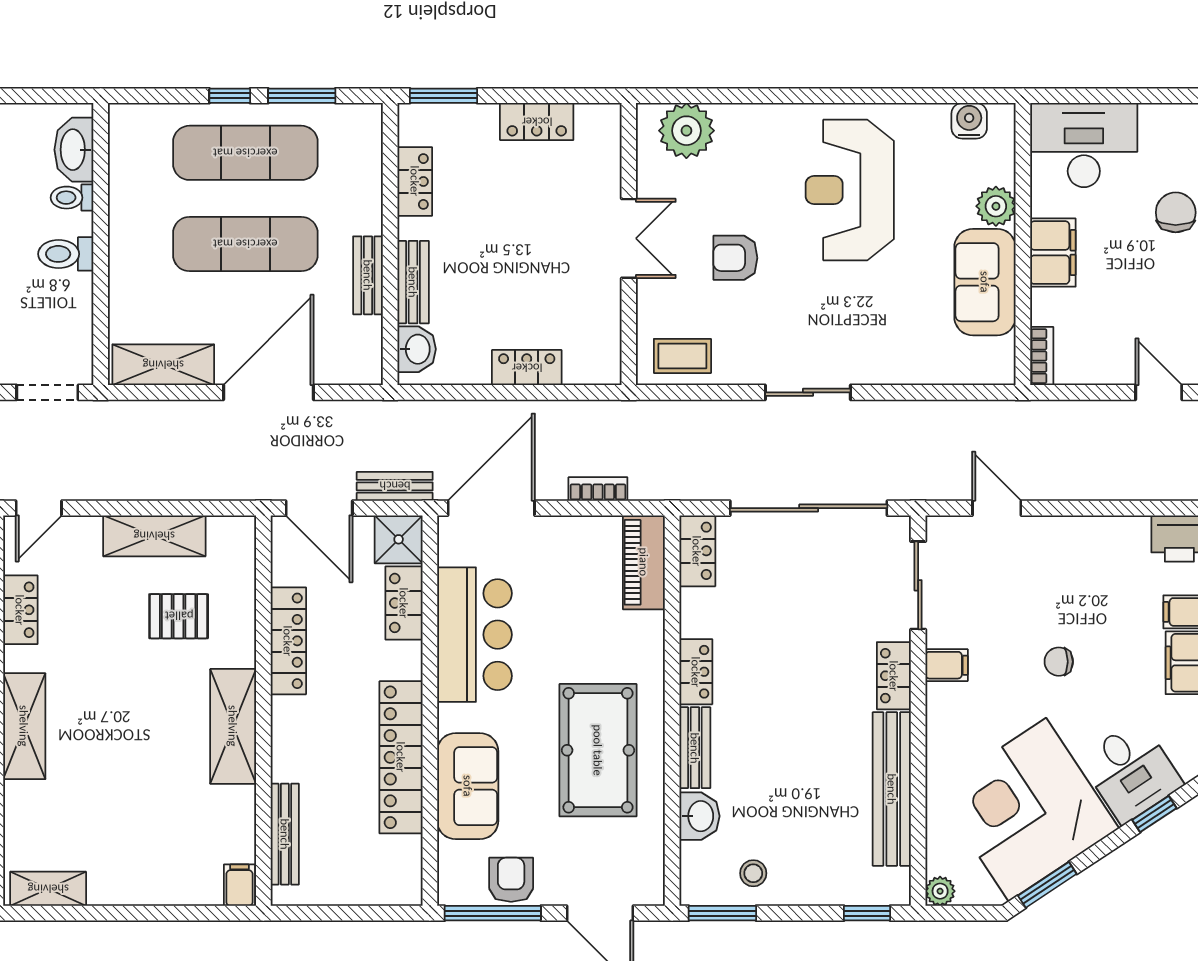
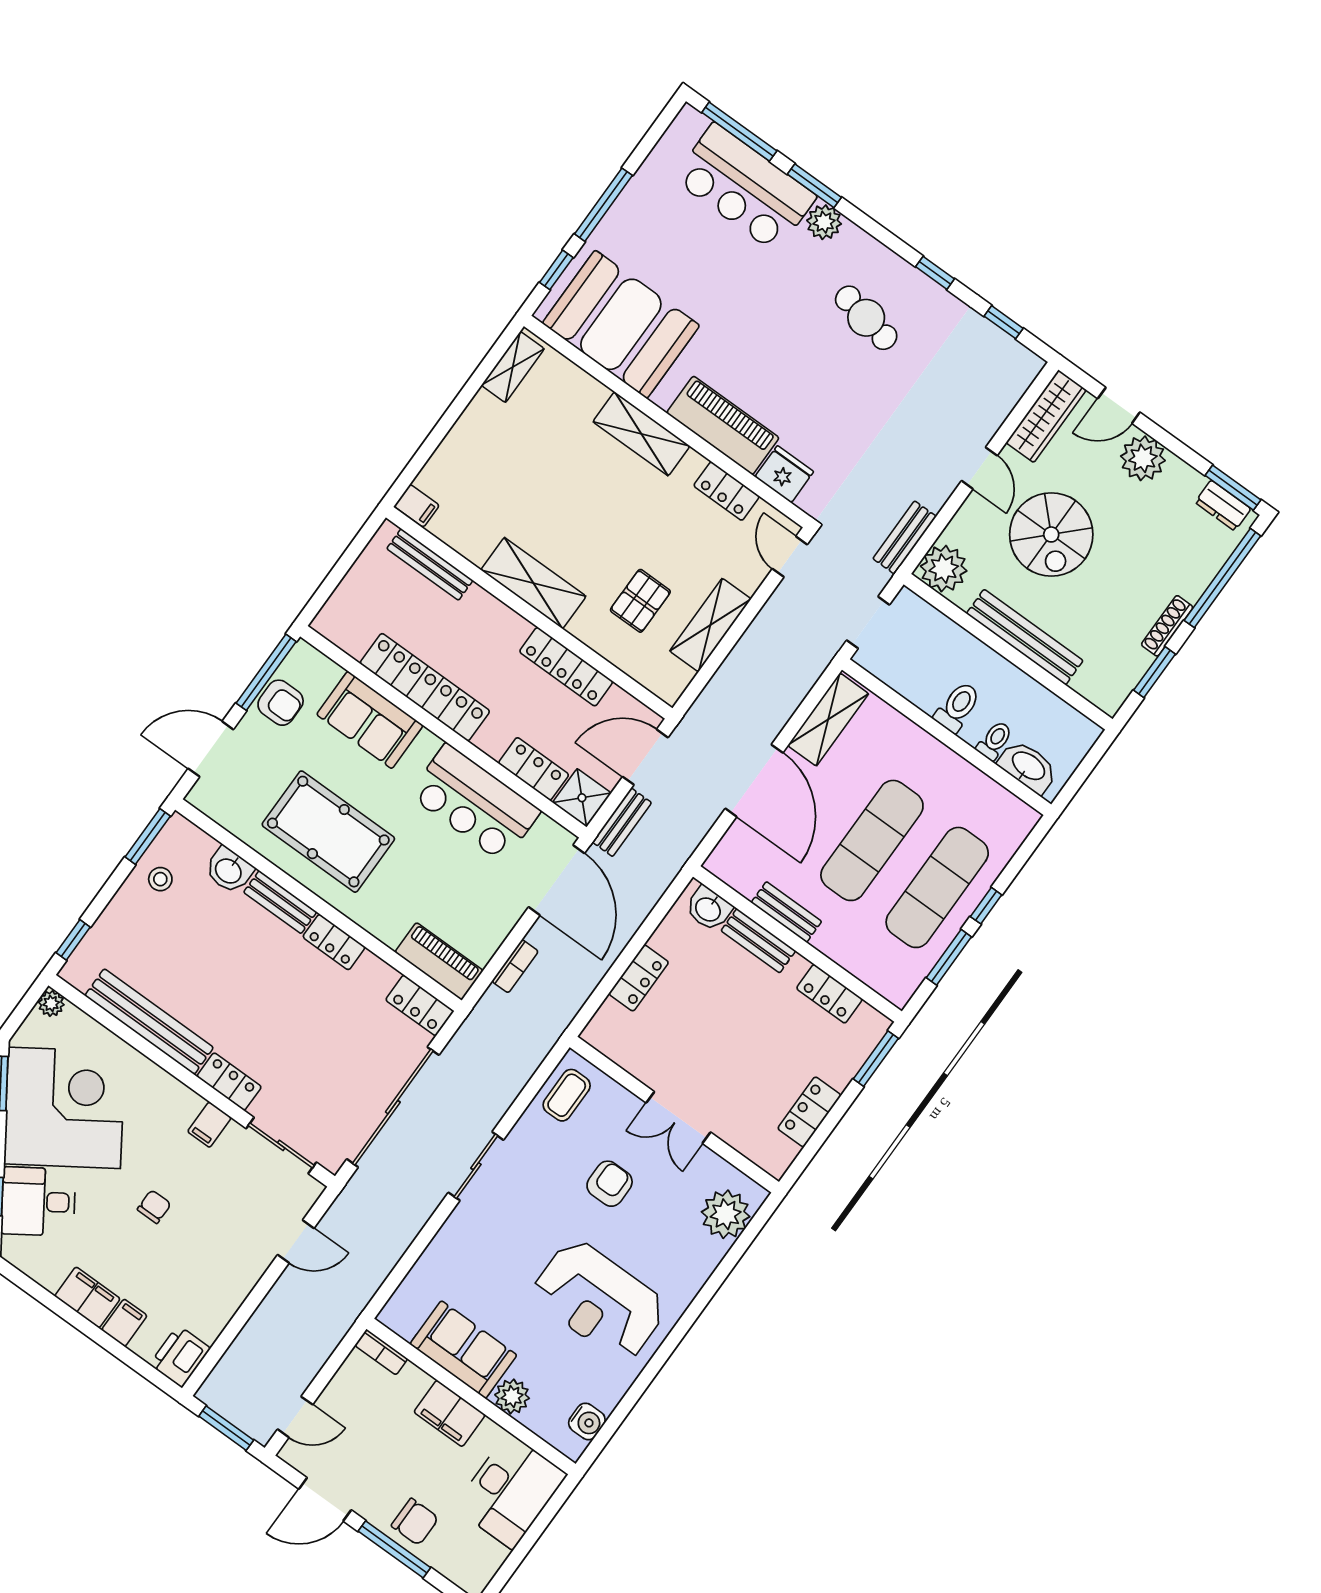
reception desk: (850, 190) -> (599, 1300), turned 180

